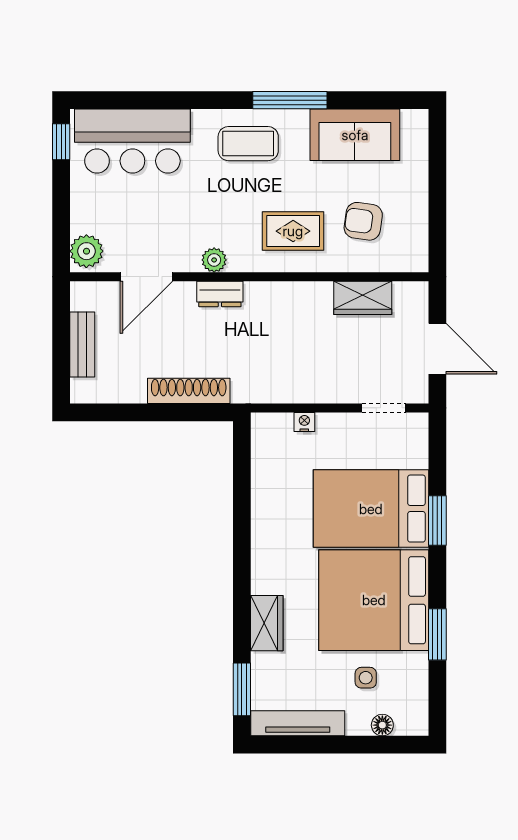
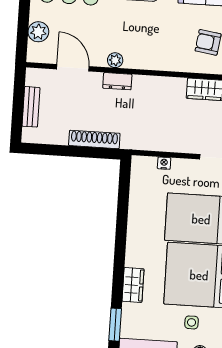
rug: (293, 231) -> (165, 46), removed
plant: (86, 251) -> (38, 32), moved
door: (146, 277) -> (73, 68), swing flipped

